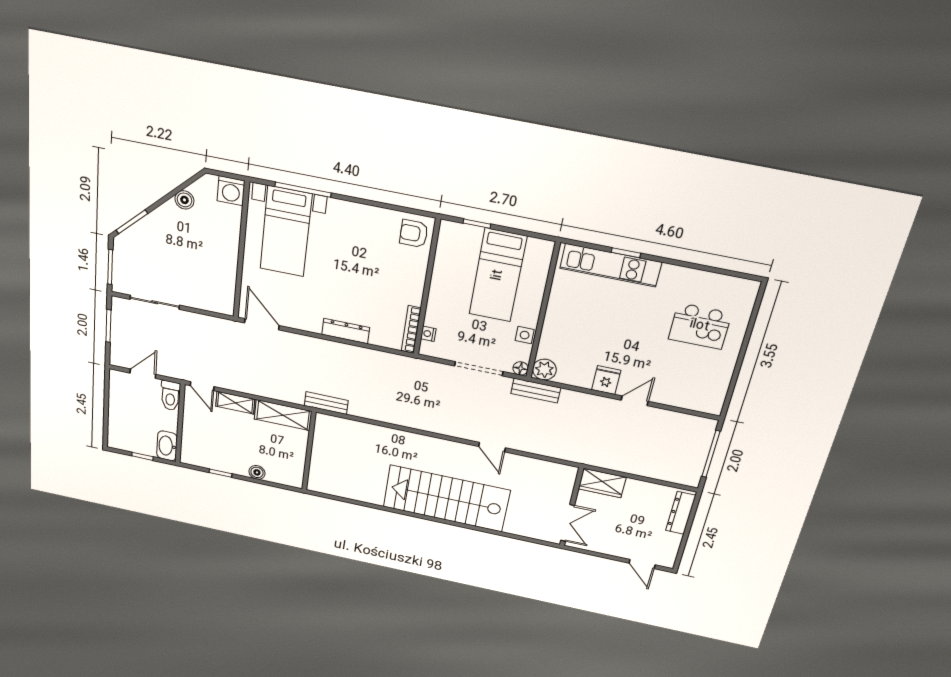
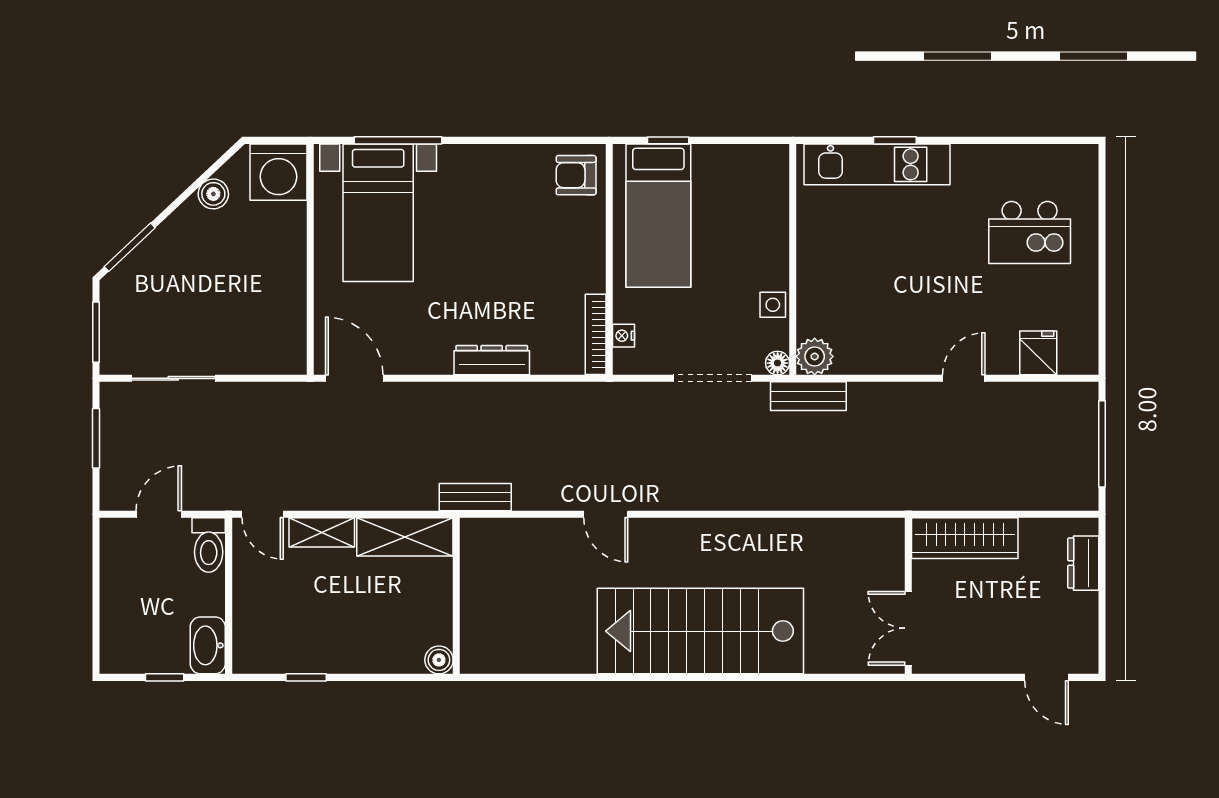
washing machine: (231, 191) -> (279, 172), width x1.37, depth x1.37
bed: (498, 275) -> (658, 216), moved
fridge: (606, 380) -> (1038, 353), moved
door: (492, 447) -> (606, 514), moved
boiler: (257, 472) -> (439, 660), moved
wardrobe: (602, 483) -> (965, 538), width x1.50
dresser: (681, 513) -> (1083, 563), width x0.70
double door: (568, 523) -> (908, 628), swing flipped

